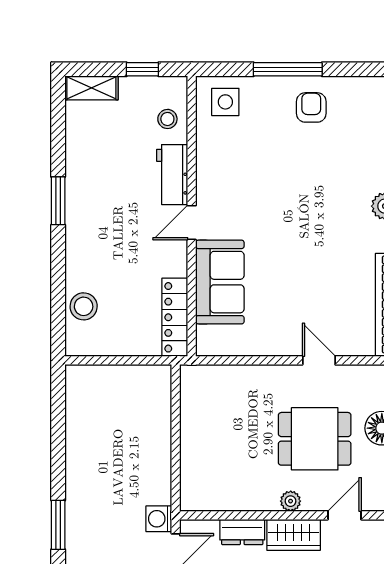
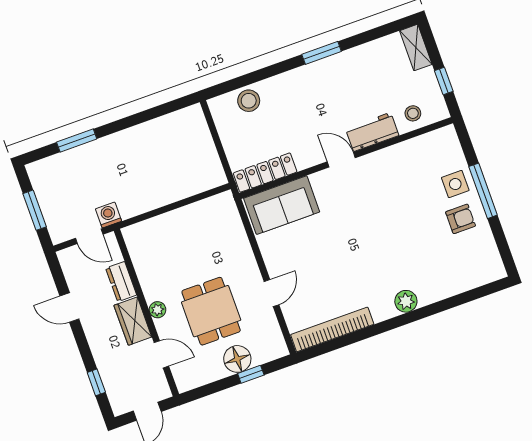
side table: (225, 102) -> (455, 184), moved
sofa: (220, 282) -> (282, 205), moved

